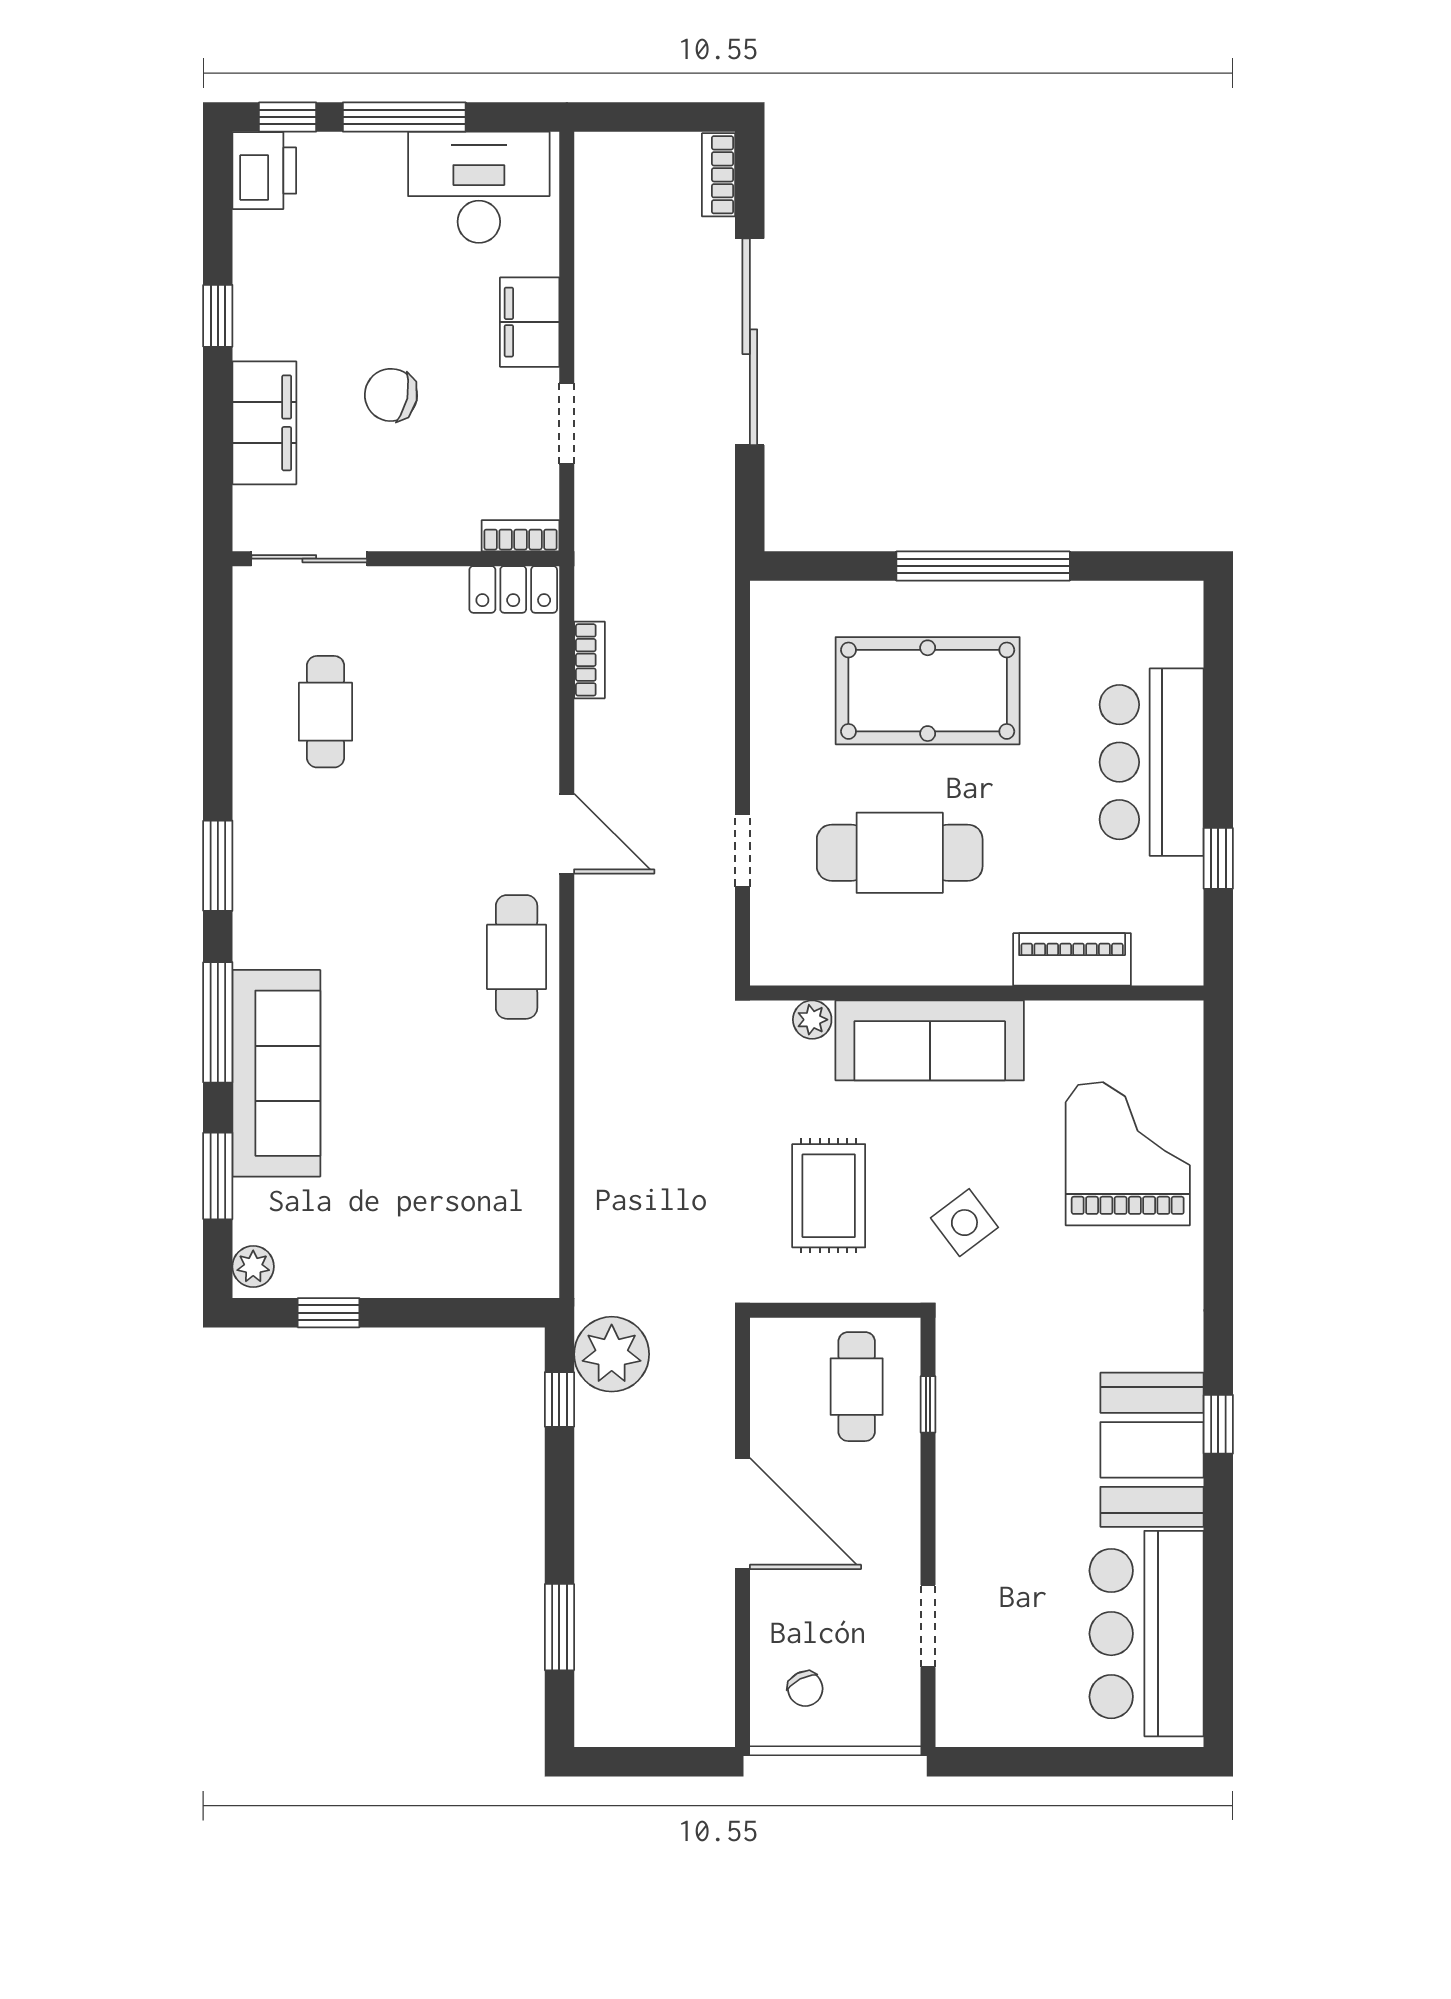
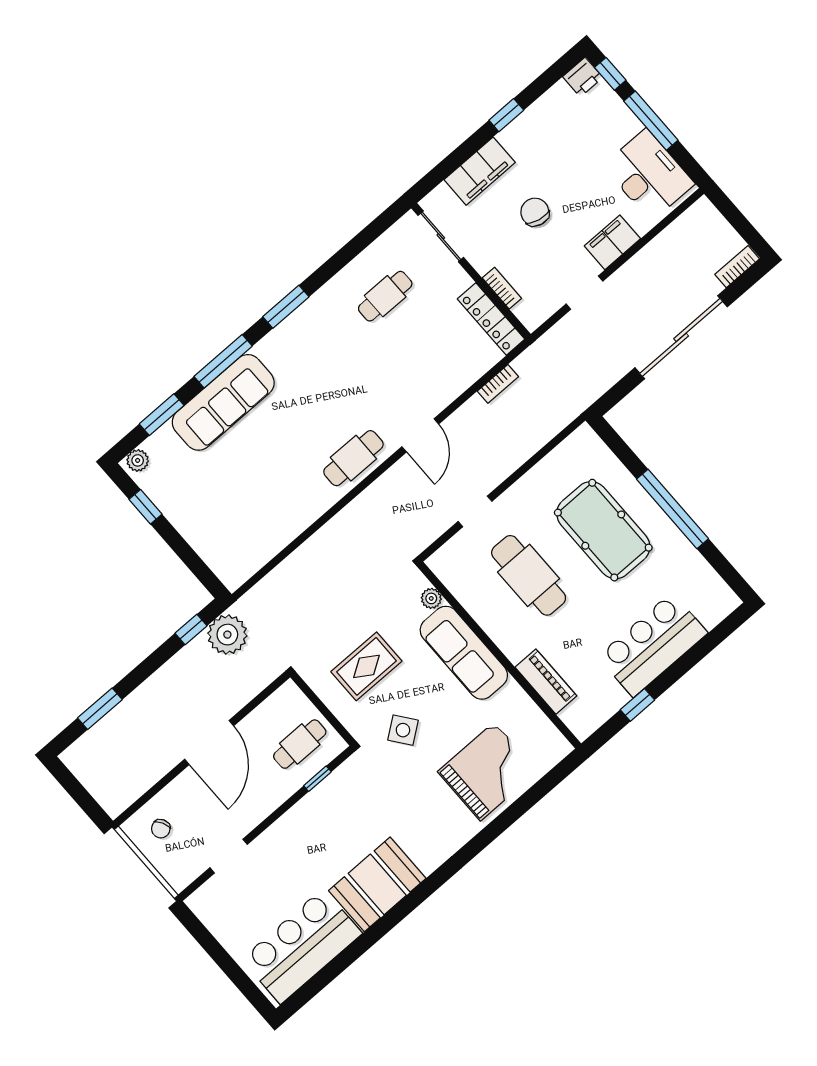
printer: (264, 171) -> (583, 77), width x0.73, depth x0.81
bookcase: (521, 536) -> (502, 288), moved
locker: (513, 589) -> (491, 319), width x1.53
window: (1218, 1424) -> (411, 902), removed

